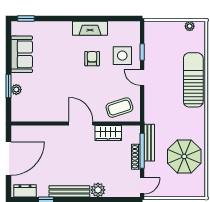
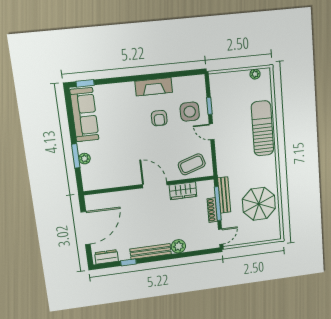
sofa: (22, 54) -> (84, 115), width x1.36
armchair: (92, 59) -> (159, 118), turned 180

